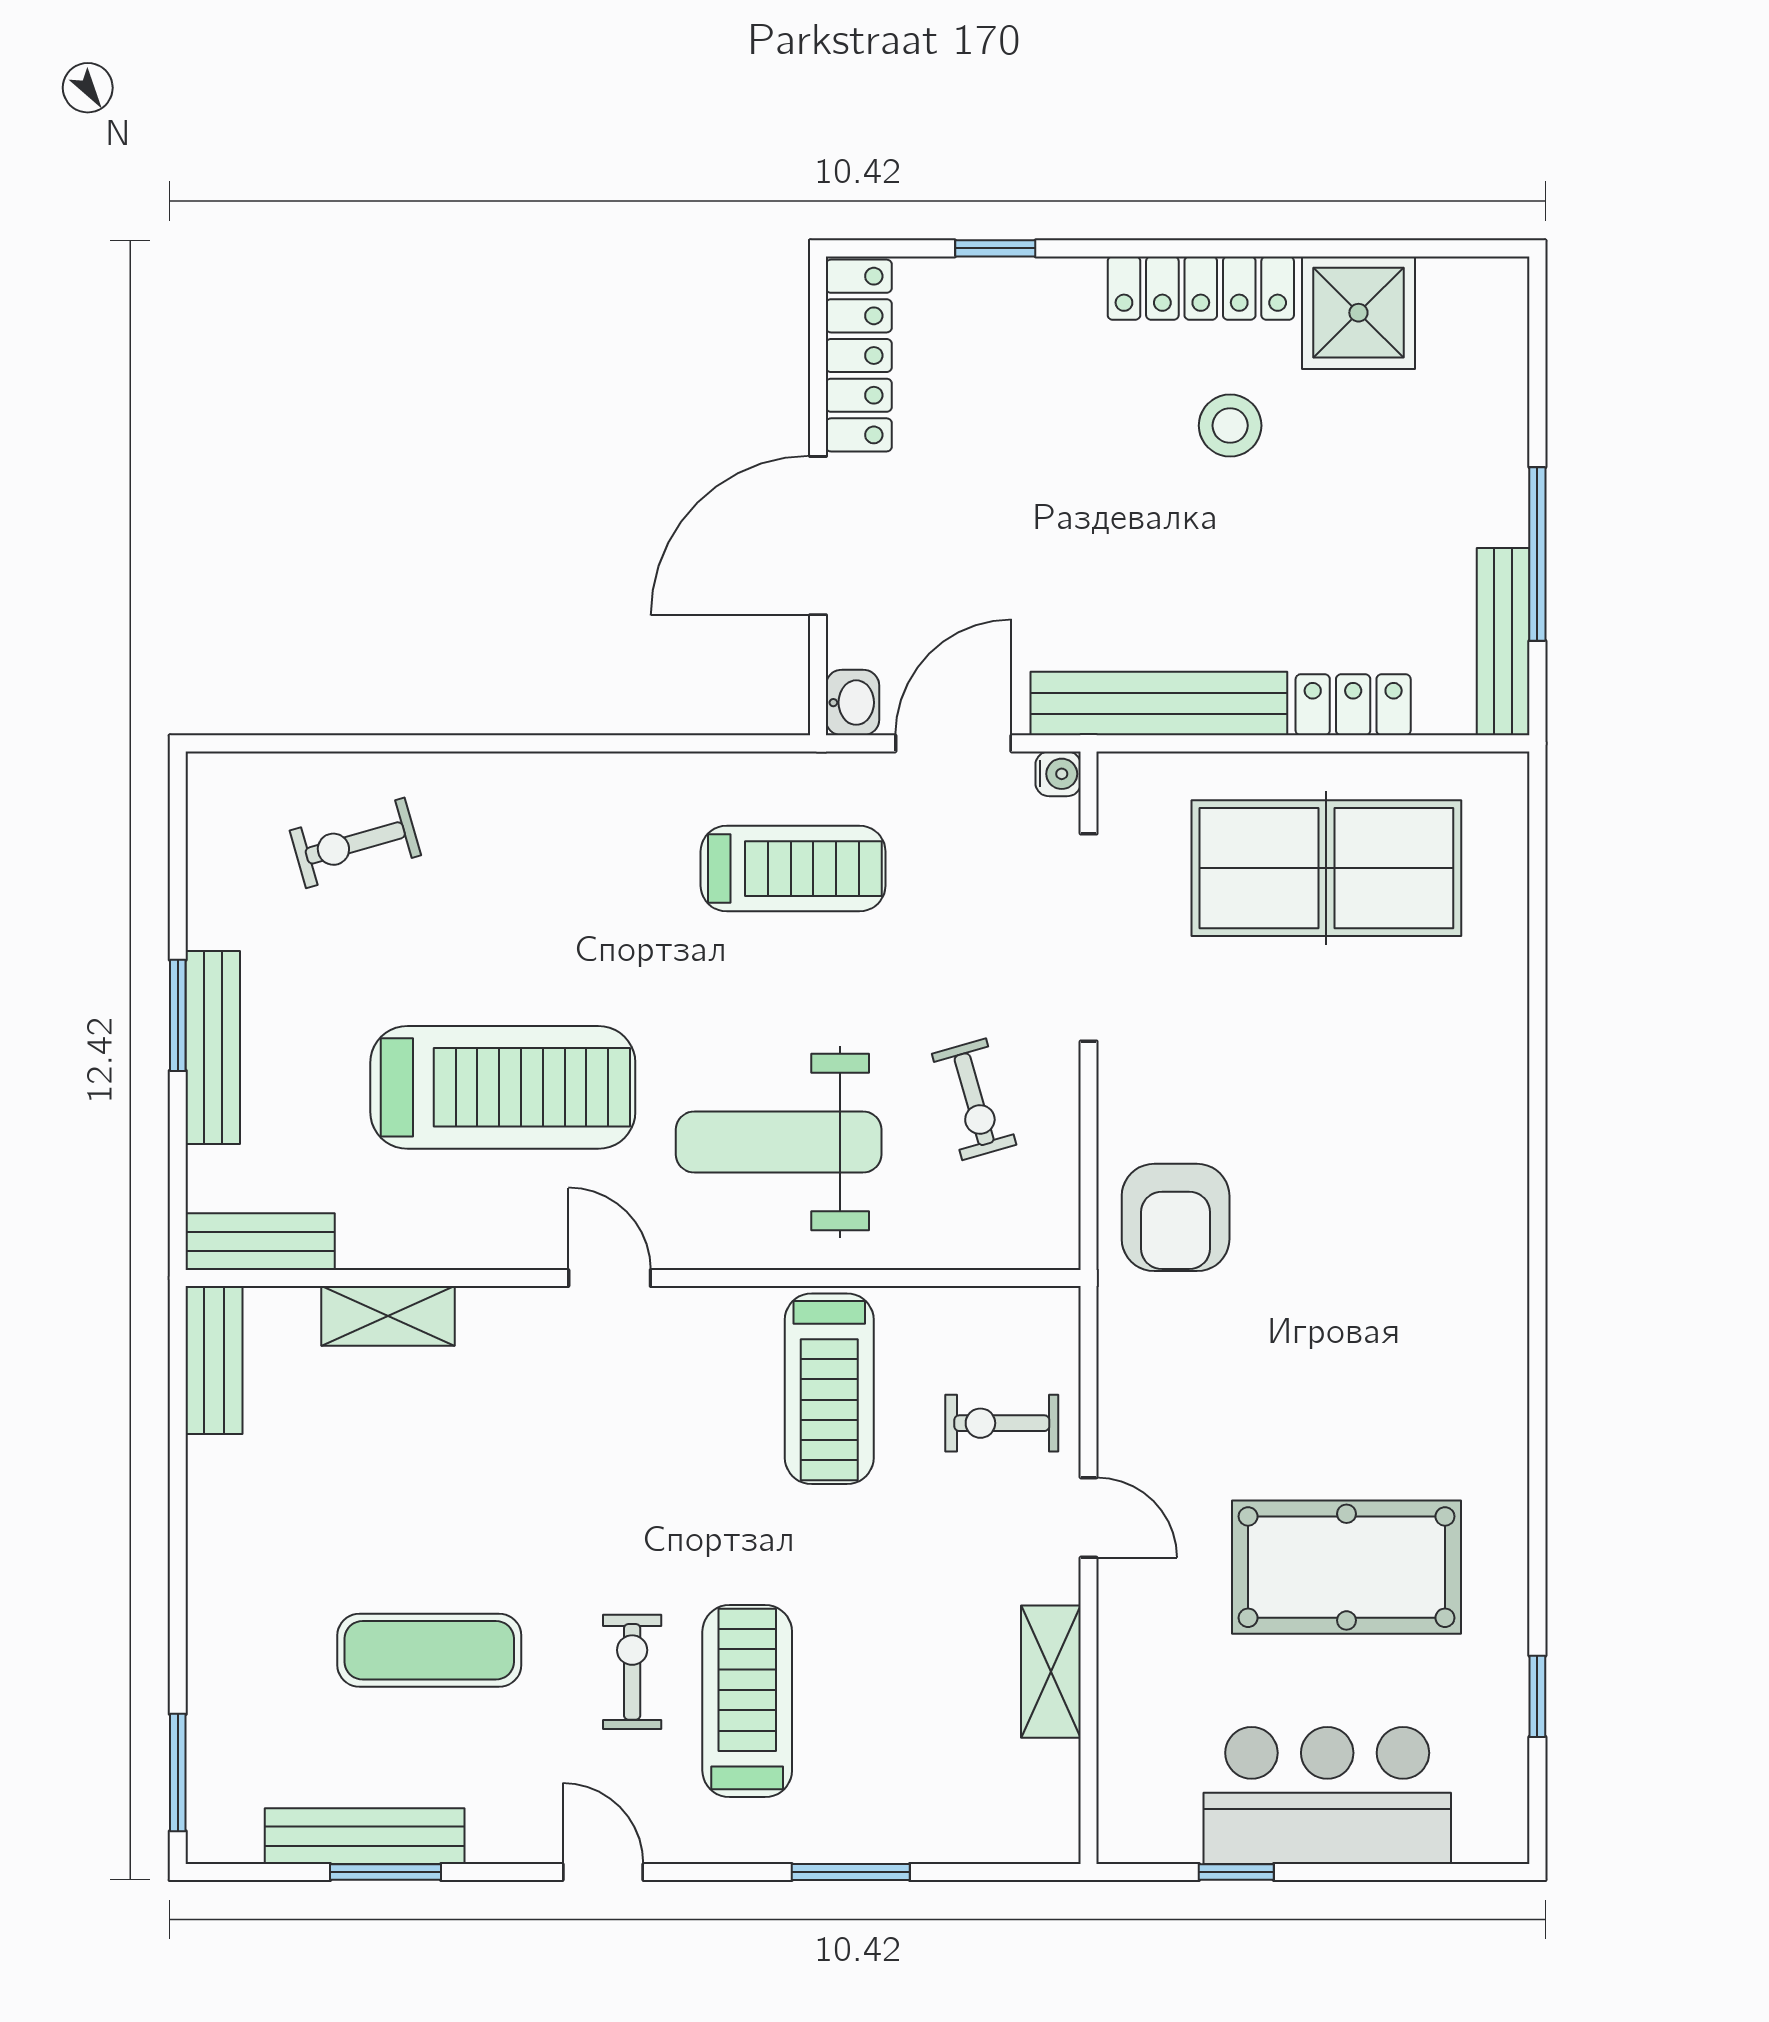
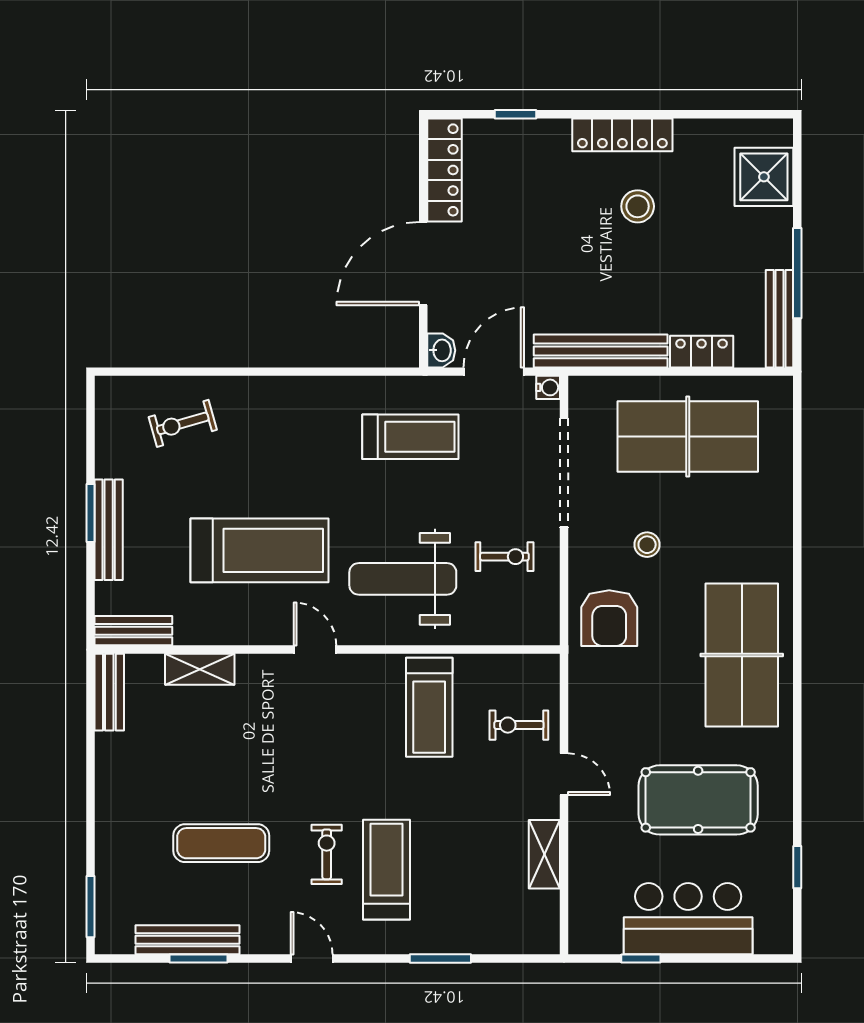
shower: (1358, 313) -> (764, 177), moved
stool: (1248, 1076) -> (647, 545), added
exercise bike: (974, 1099) -> (504, 557), turned -74
table tennis table: (1431, 1288) -> (742, 655), added

